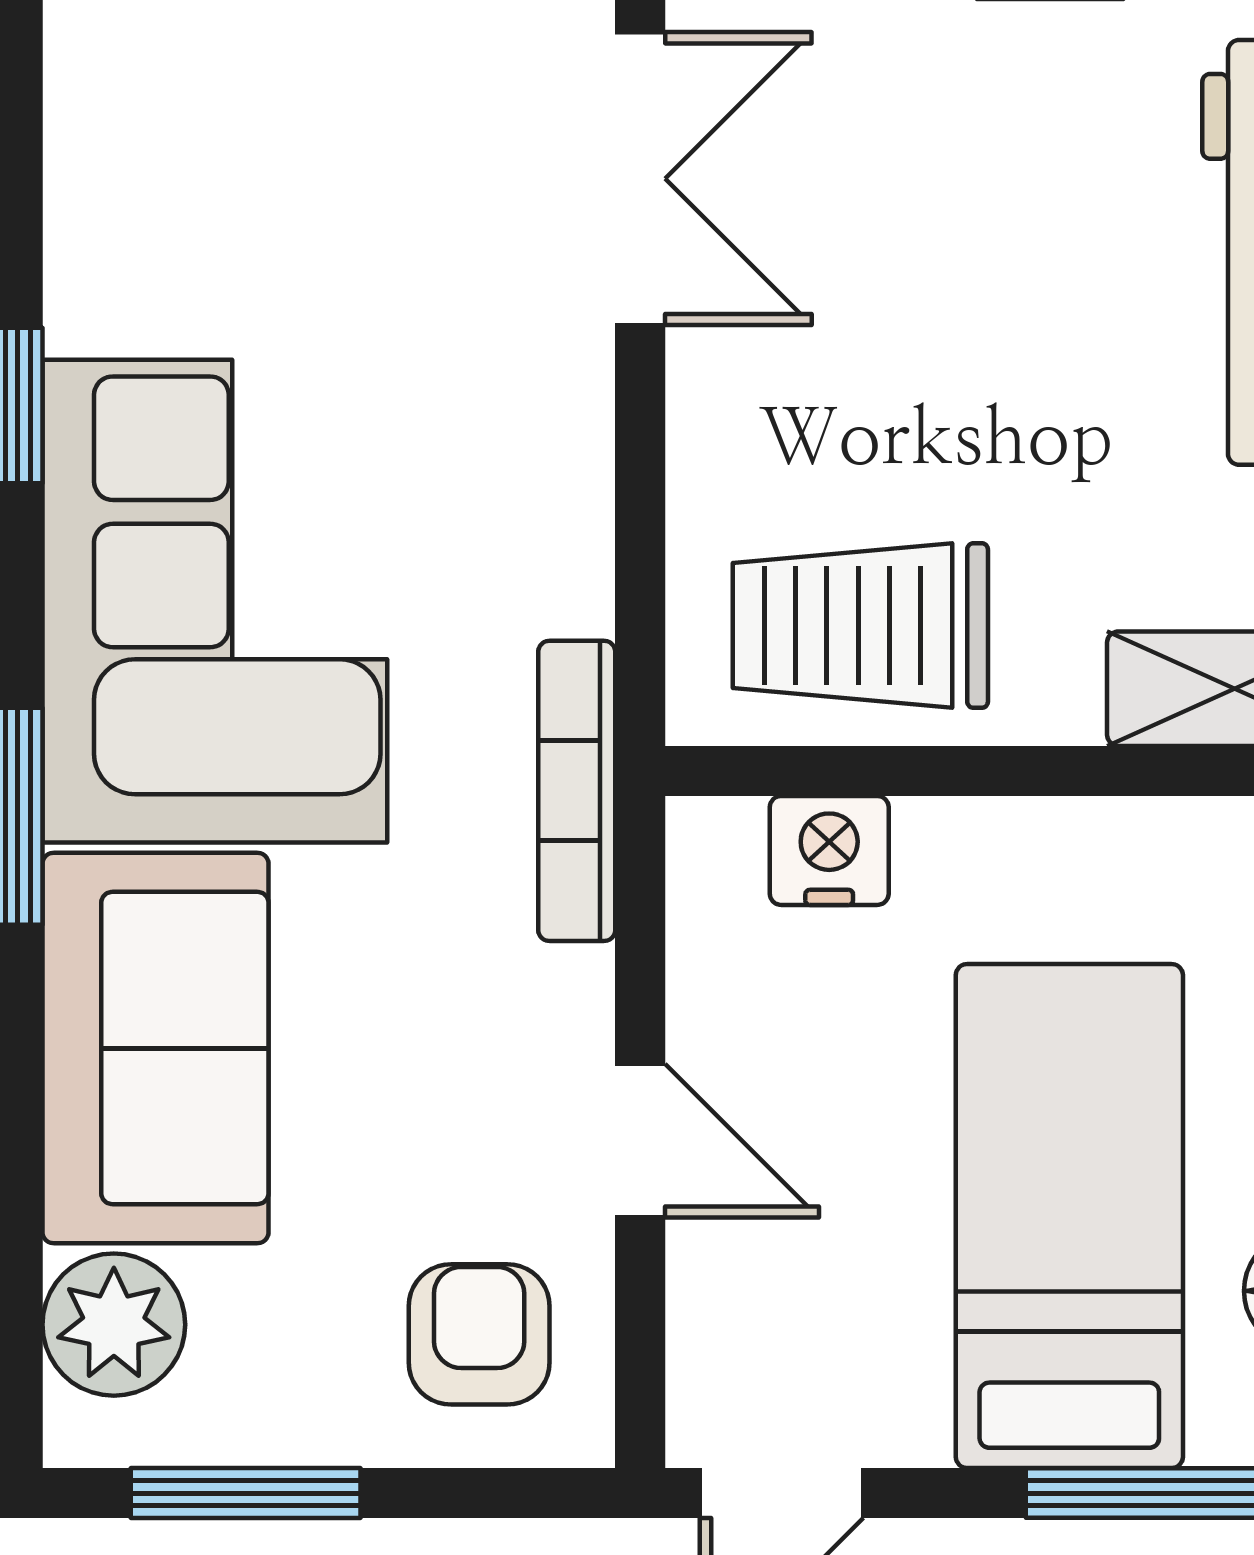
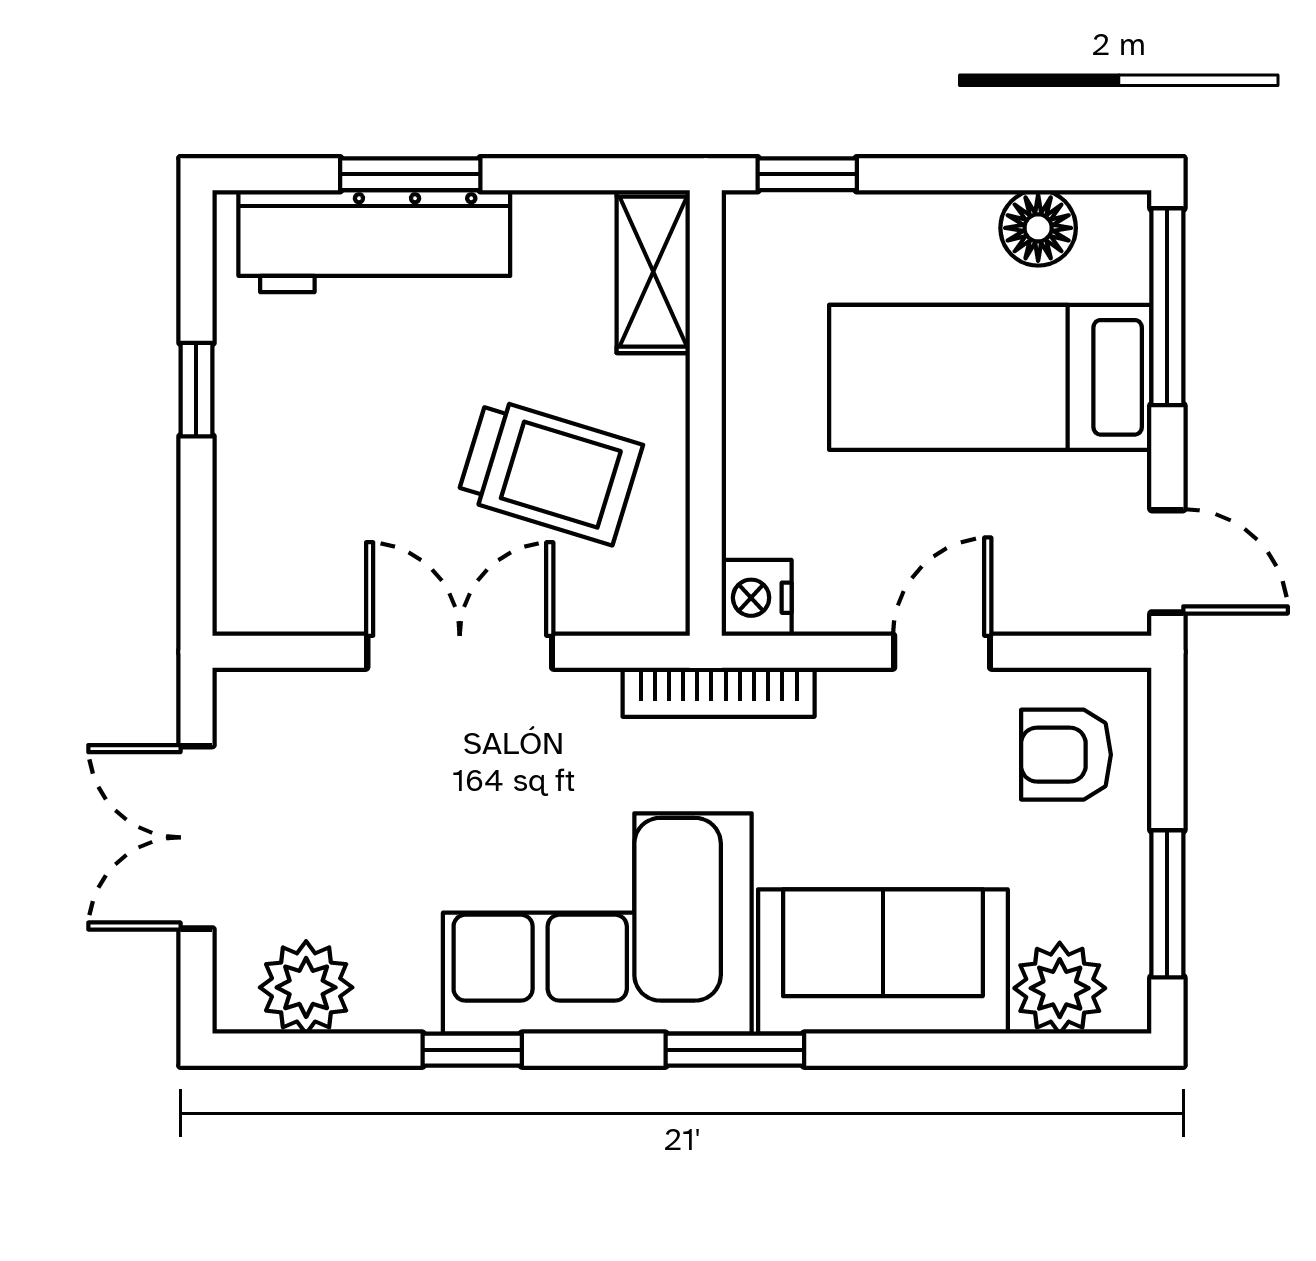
plant: (115, 146) -> (306, 987), added
double door: (640, 179) -> (460, 652), moved
trolley: (860, 626) -> (550, 471), moved, turned -73
nightstand: (829, 850) -> (757, 598), moved

